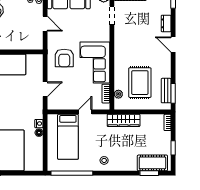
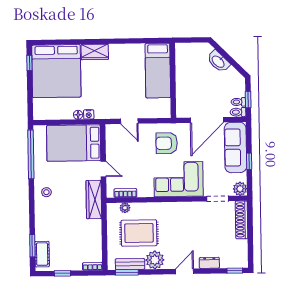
door: (45, 24) -> (207, 120), width x1.87
corner sofa: (95, 63) -> (179, 179), moved
plant: (163, 70) -> (155, 260), added
wardrobe: (124, 120) -> (94, 199), moved
bed: (68, 137) -> (74, 143), width x1.50
cot: (152, 163) -> (42, 254), width x0.73, depth x0.75

